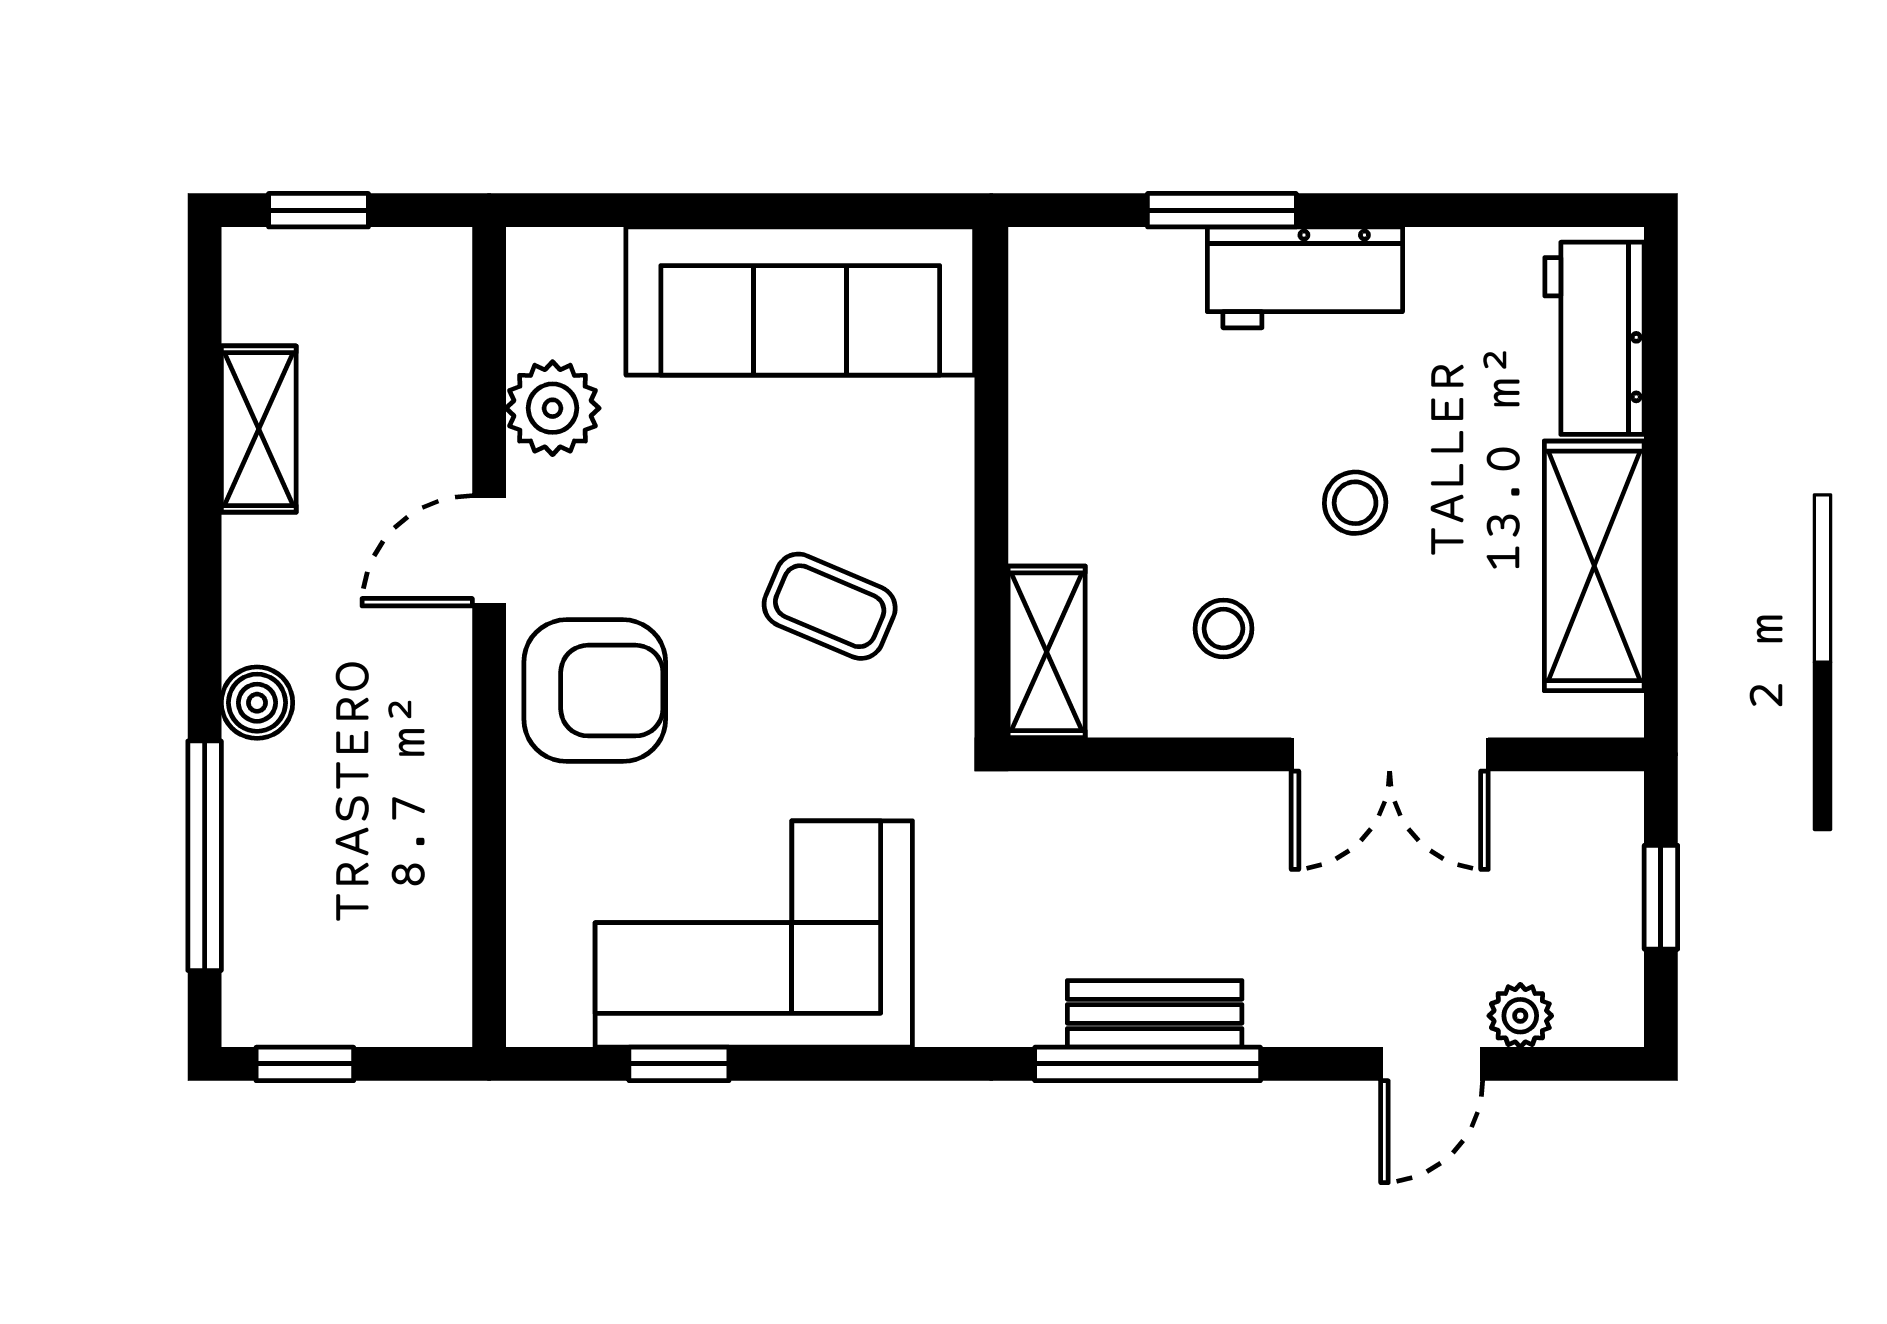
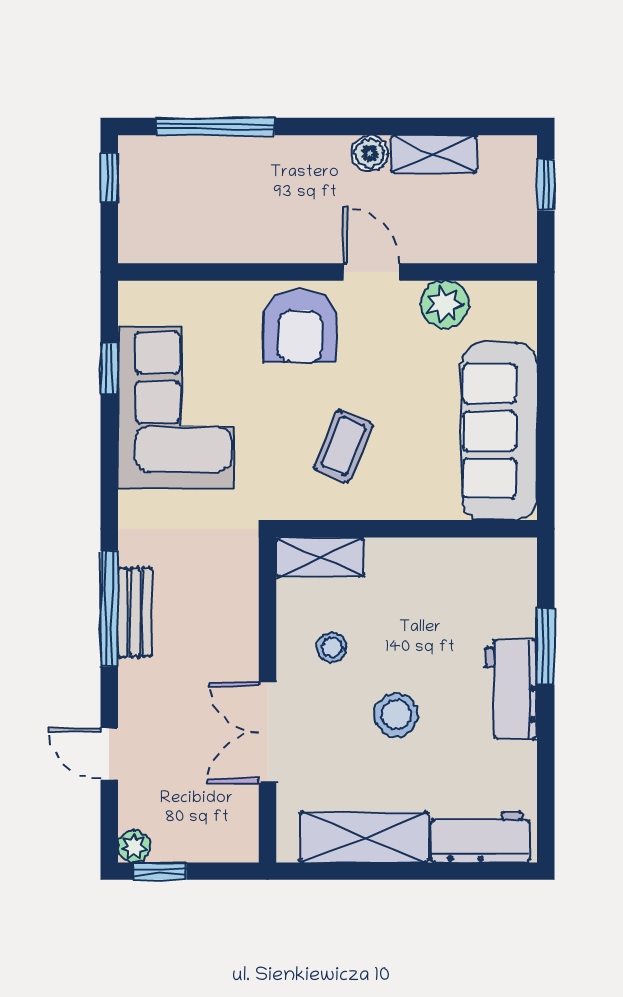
stool: (1355, 503) -> (396, 715), width x1.37, depth x1.37
boiler: (257, 703) -> (370, 153), moved
window: (1661, 897) -> (160, 871), moved
plant: (1520, 1016) -> (134, 846), moved

